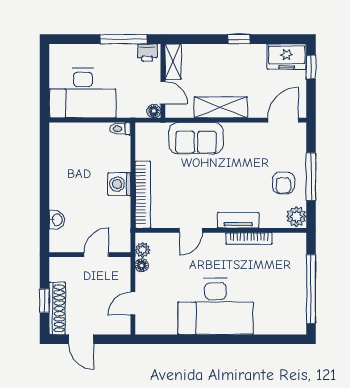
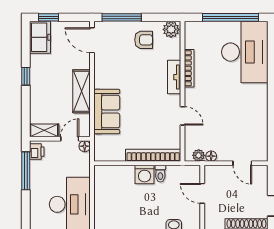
toilet: (120, 129) -> (160, 174), moved
window: (311, 177) -> (122, 17), moved
desk: (216, 306) -> (245, 52), moved

